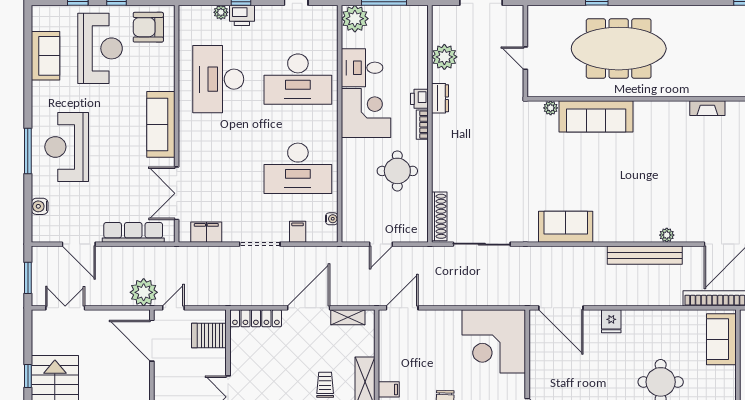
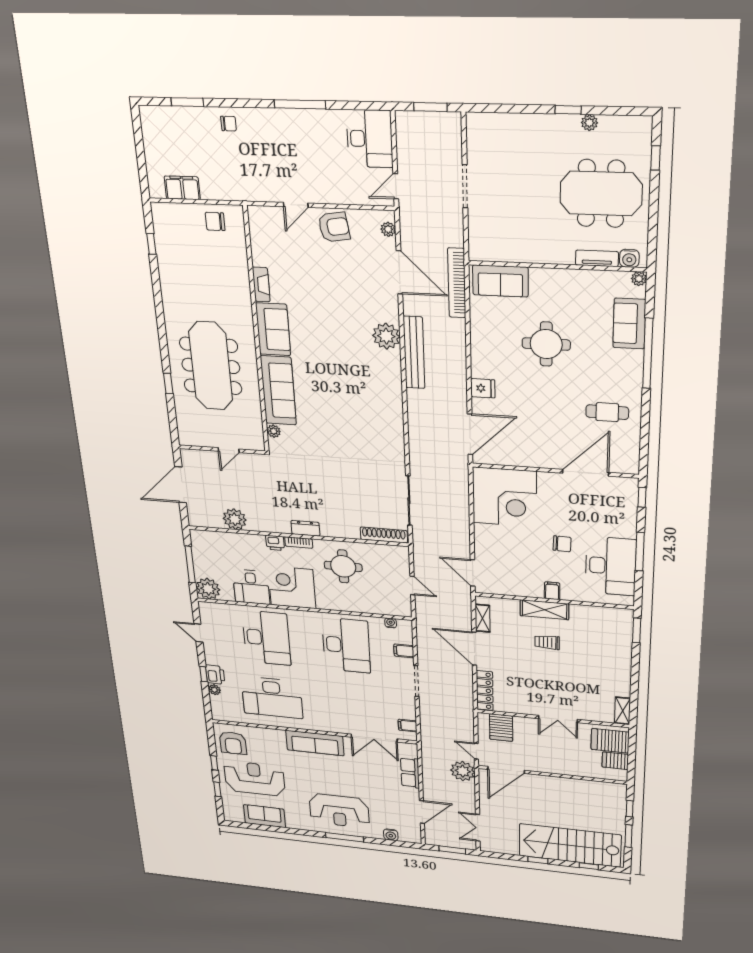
dresser: (440, 98) -> (305, 528), moved
sofa: (566, 227) -> (273, 329), moved, turned 180
row of seats: (133, 232) -> (410, 773), width x0.68
filing cabinet: (206, 232) -> (408, 726), width x0.50
plant: (667, 235) -> (386, 336), width x1.88, depth x1.88

